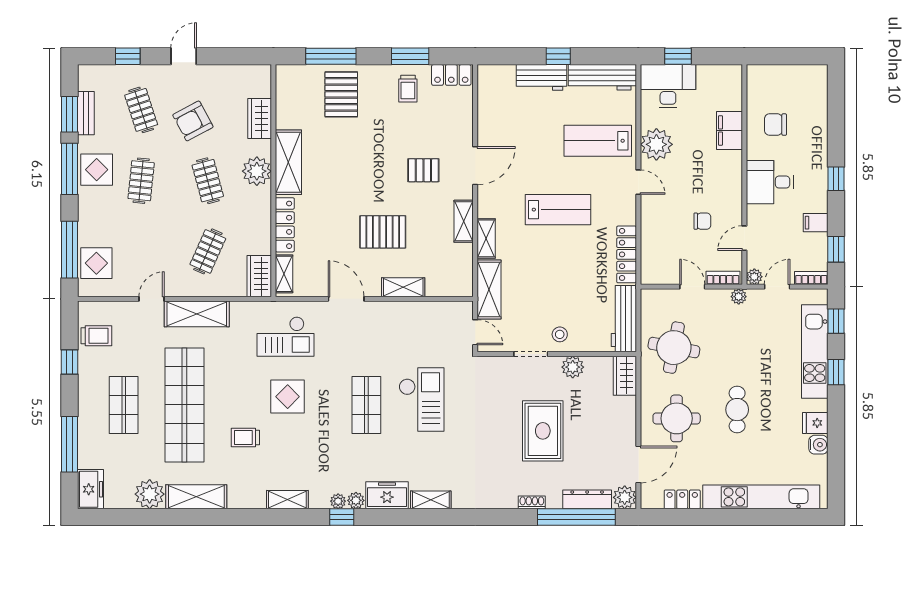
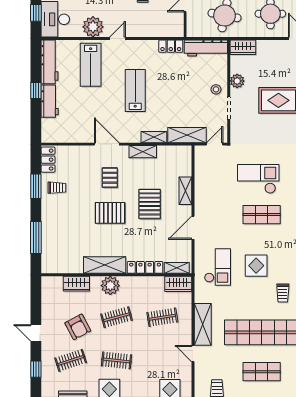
pallet: (341, 94) -> (110, 213), moved
clothes rail: (208, 251) -> (162, 317), turned -33
locker: (627, 254) -> (171, 46), width x0.66

